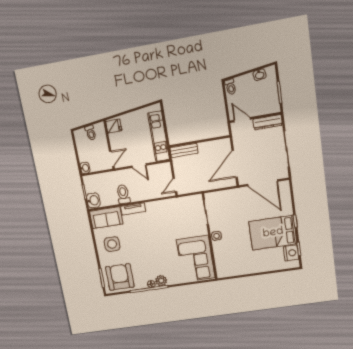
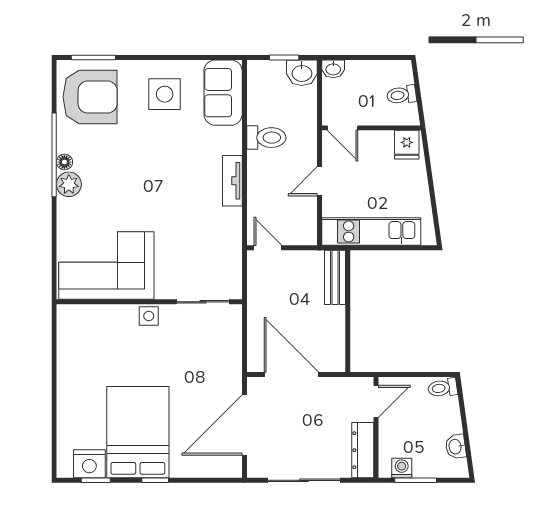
washing machine: (274, 101) -> (402, 468), added
washbasin: (93, 200) -> (302, 73), moved
tv unit: (133, 209) -> (232, 181), moved

